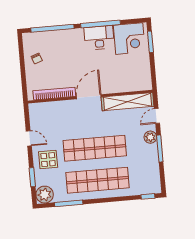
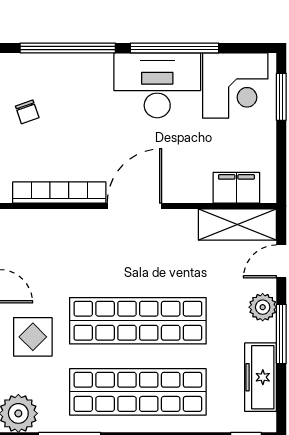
desk: (99, 38) -> (157, 85), width x1.36, depth x1.30
filing cabinet: (134, 84) -> (236, 188), added
shelving: (128, 102) -> (237, 225), width x0.68
freezer: (152, 169) -> (261, 377), added

